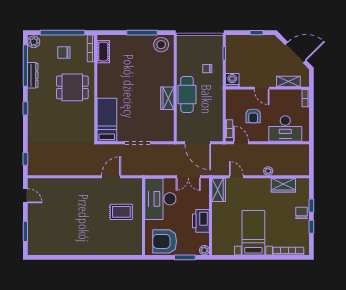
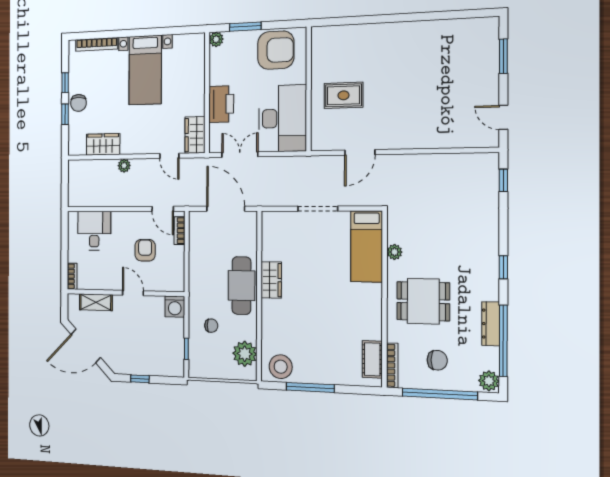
plant: (185, 52) -> (245, 354), added
plant: (90, 117) -> (394, 252), added
desk: (285, 129) -> (94, 231), width x0.73
printer: (201, 221) -> (221, 104), moved

